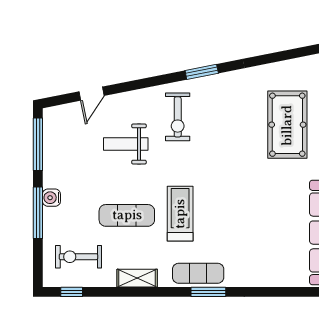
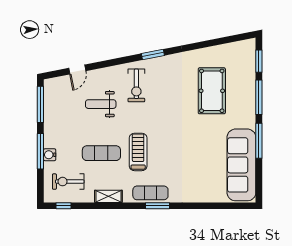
water cooler: (51, 198) -> (50, 155), moved

